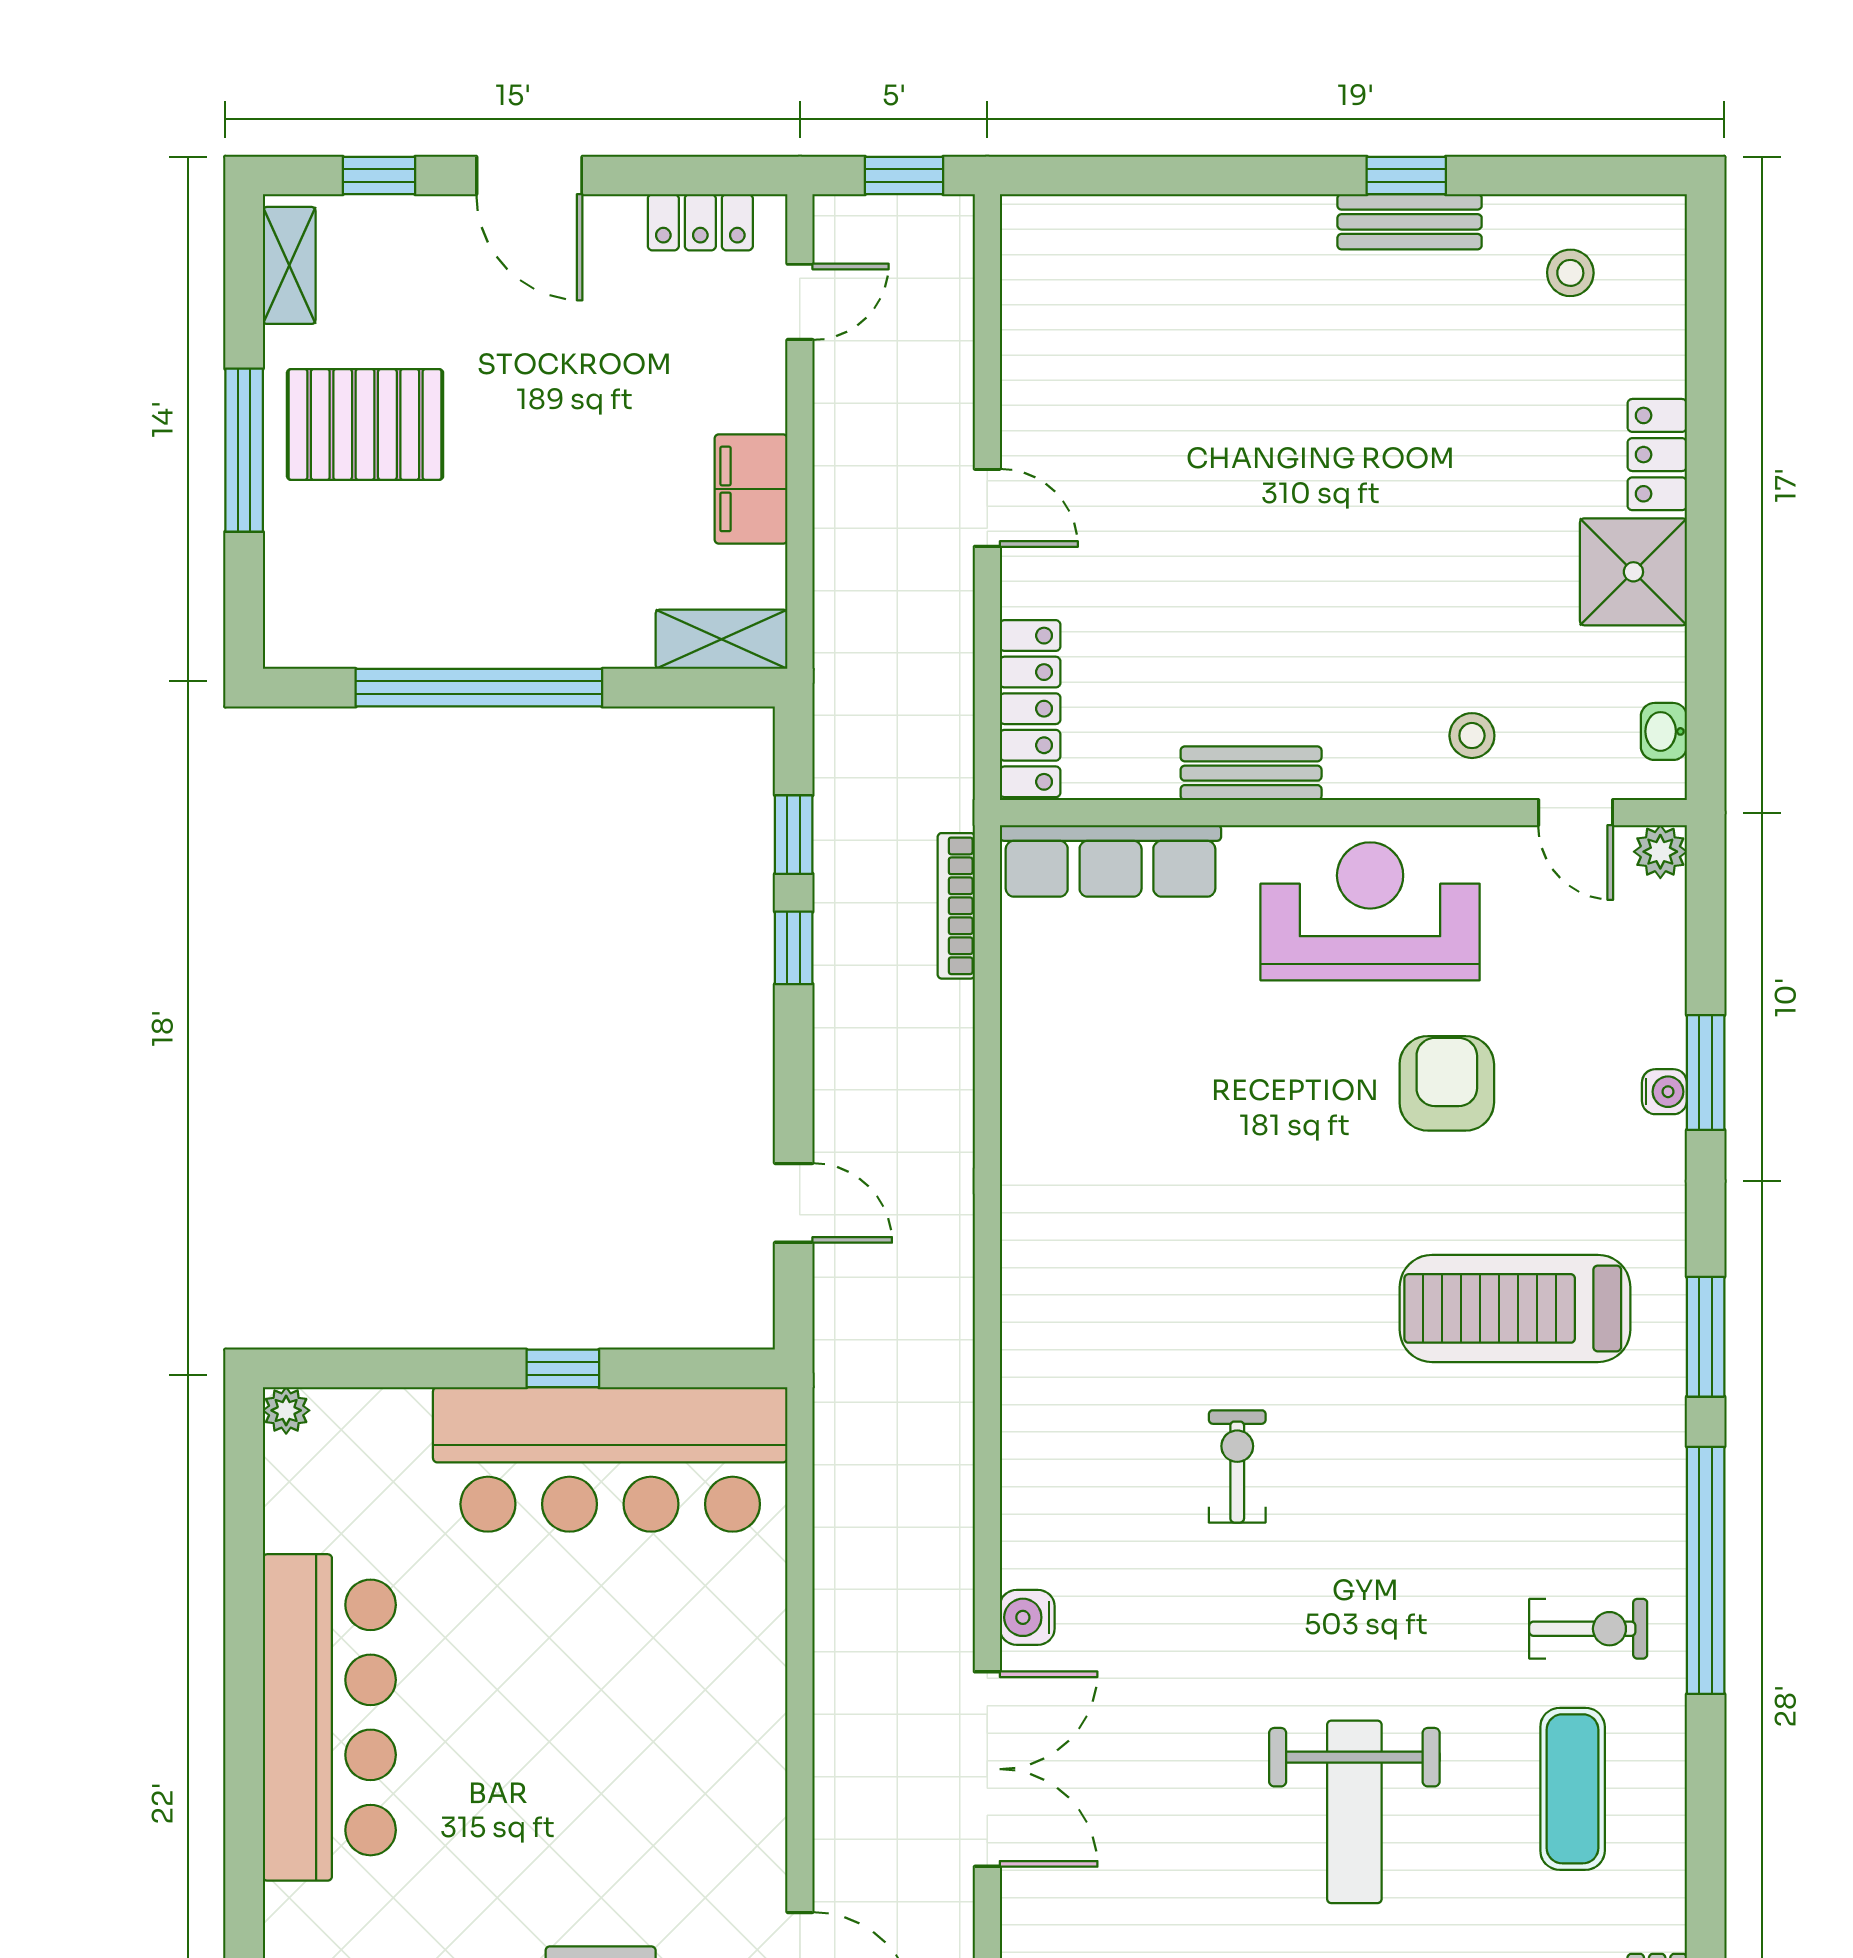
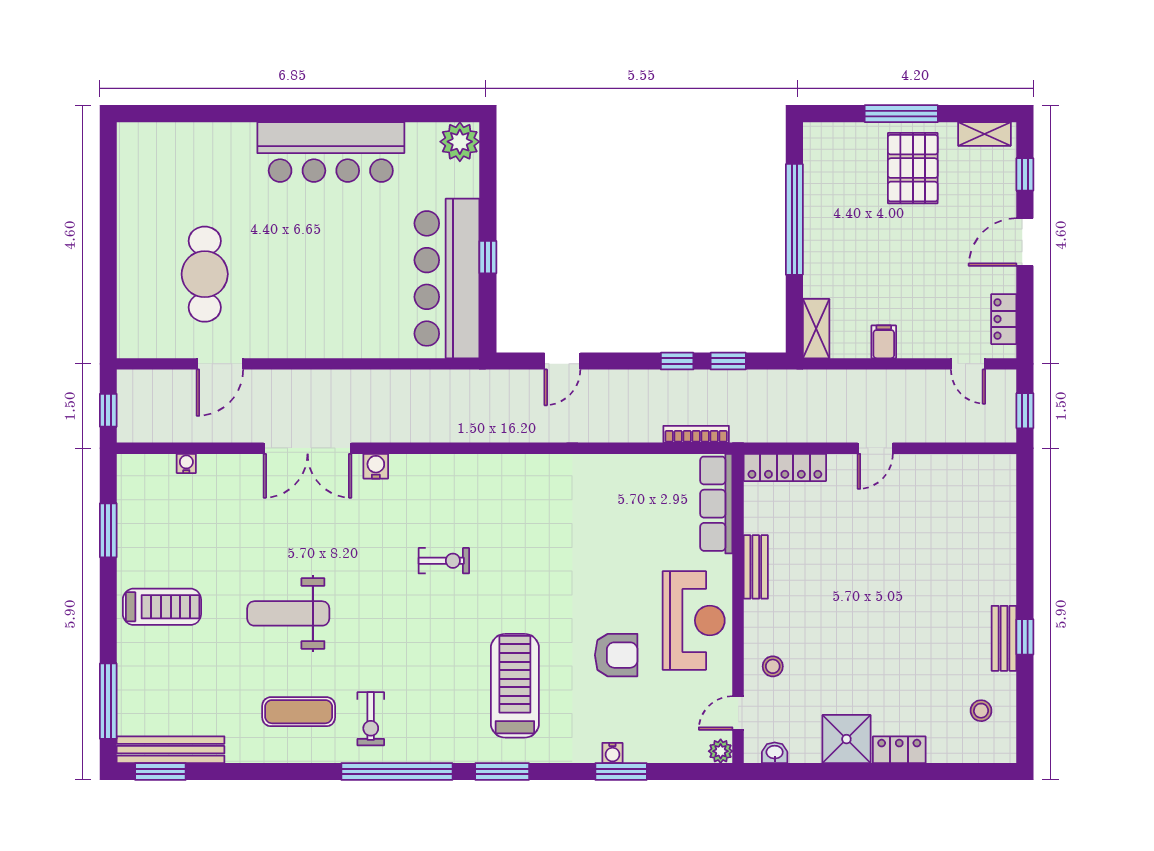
filing cabinet: (751, 489) -> (884, 342), width x0.50
plant: (286, 1410) -> (460, 142), width x1.87, depth x1.87

